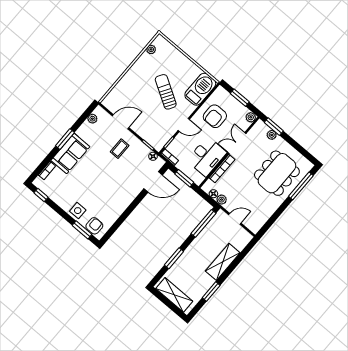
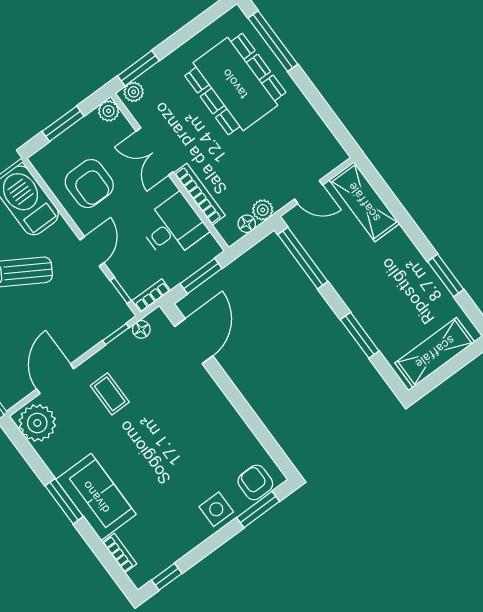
plant: (92, 119) -> (37, 423), width x1.87, depth x1.87
plant: (272, 135) -> (134, 92), moved
desk: (207, 156) -> (173, 227), width x0.73
door: (235, 219) -> (309, 192), swing flipped
shelving: (223, 262) -> (364, 202), moved

